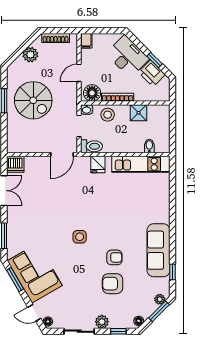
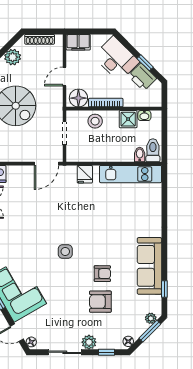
filing cabinet: (86, 41) -> (78, 42), width x2.00
washbasin: (87, 109) -> (144, 116), moved
toilet: (91, 146) -> (153, 150), moved, turned -90

